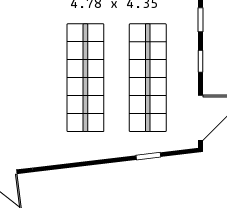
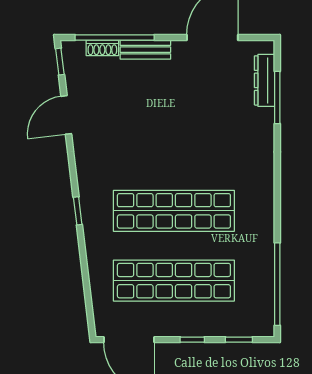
window: (148, 156) -> (78, 211), moved

